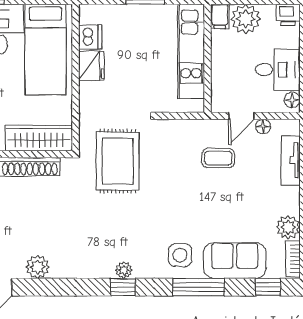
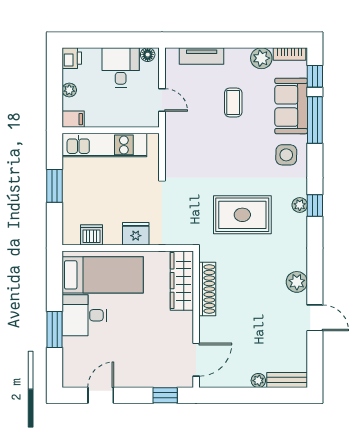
plant: (246, 19) -> (69, 90), width x0.53, depth x0.53
fridge: (91, 66) -> (136, 234), moved
floor lamp: (263, 126) -> (171, 81), removed
coffee table: (218, 158) -> (233, 103), moved
rug: (118, 161) -> (242, 215), moved
window: (199, 287) -> (315, 120), moved

